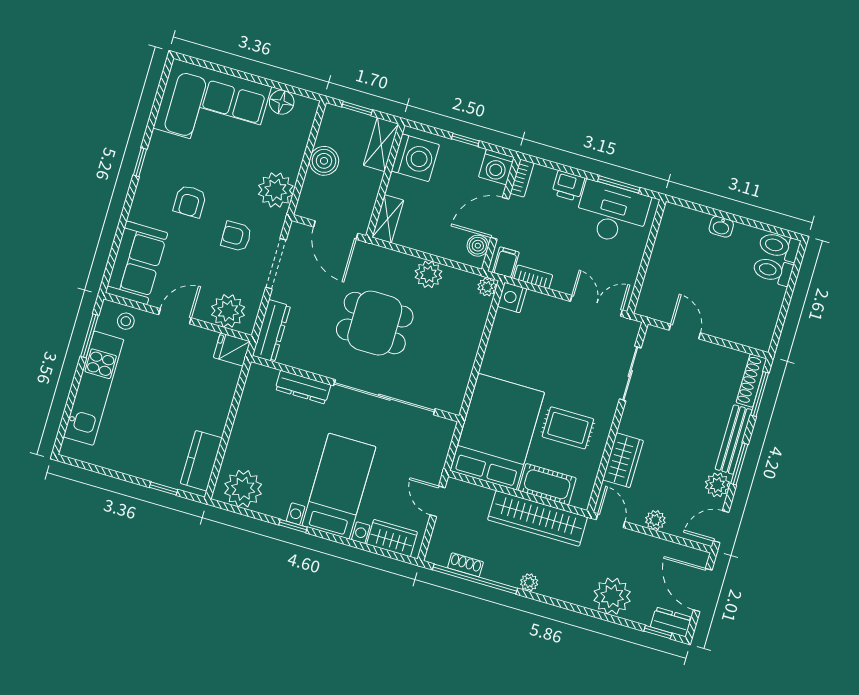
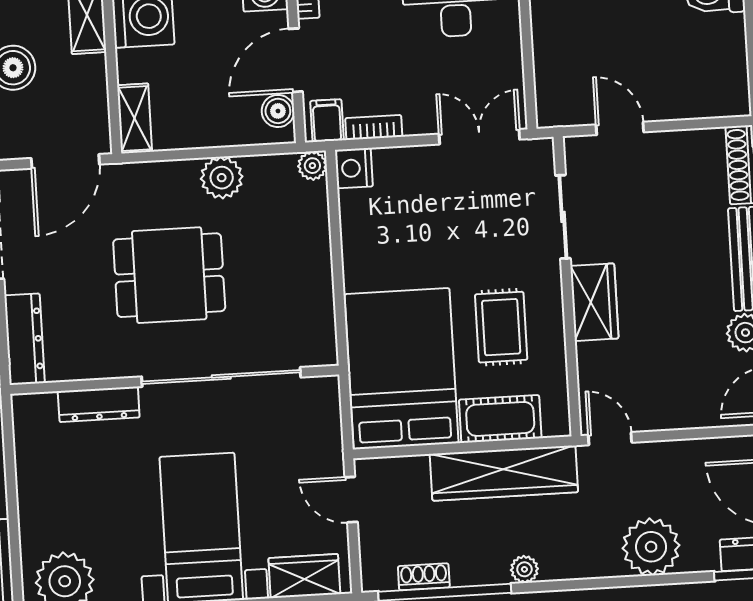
door: (336, 230) -> (65, 161), hinge flipped
rug: (568, 428) -> (501, 327), turned 90
wardrobe: (623, 460) -> (594, 302), moved
plant: (655, 520) -> (674, 415), removed

